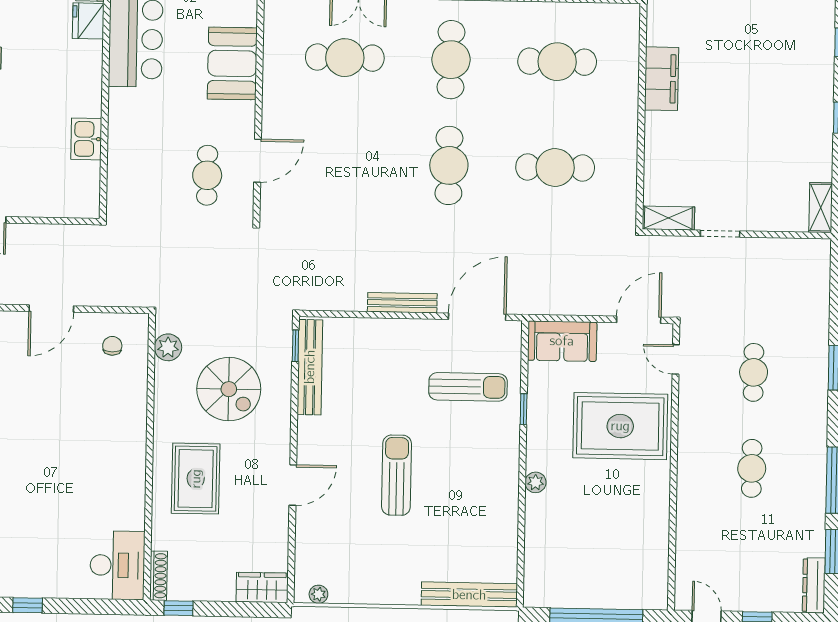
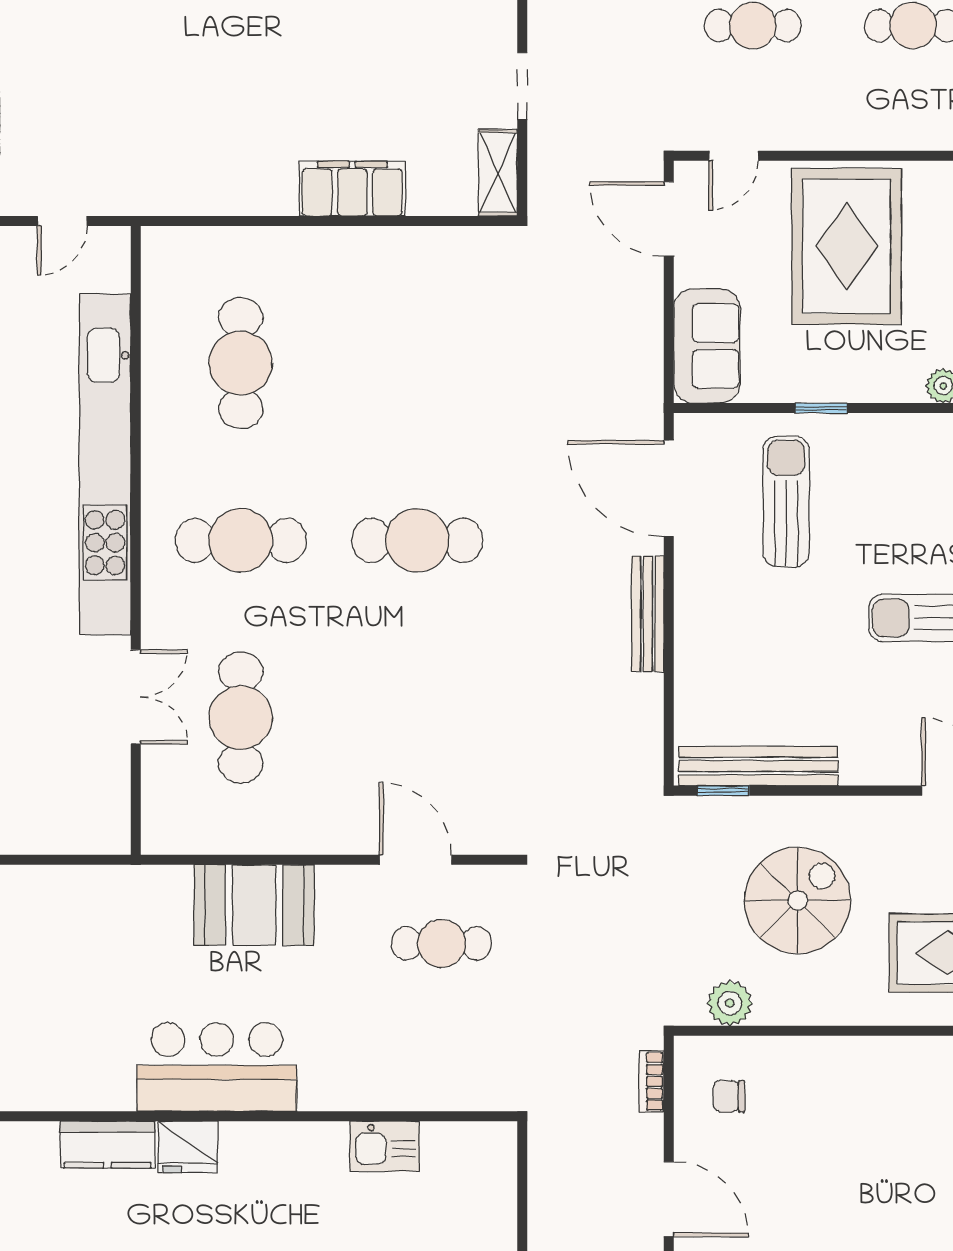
filing cabinet: (661, 79) -> (352, 189), moved
cafe table: (555, 168) -> (417, 363), removed
bookcase: (122, 300) -> (652, 1081), added

